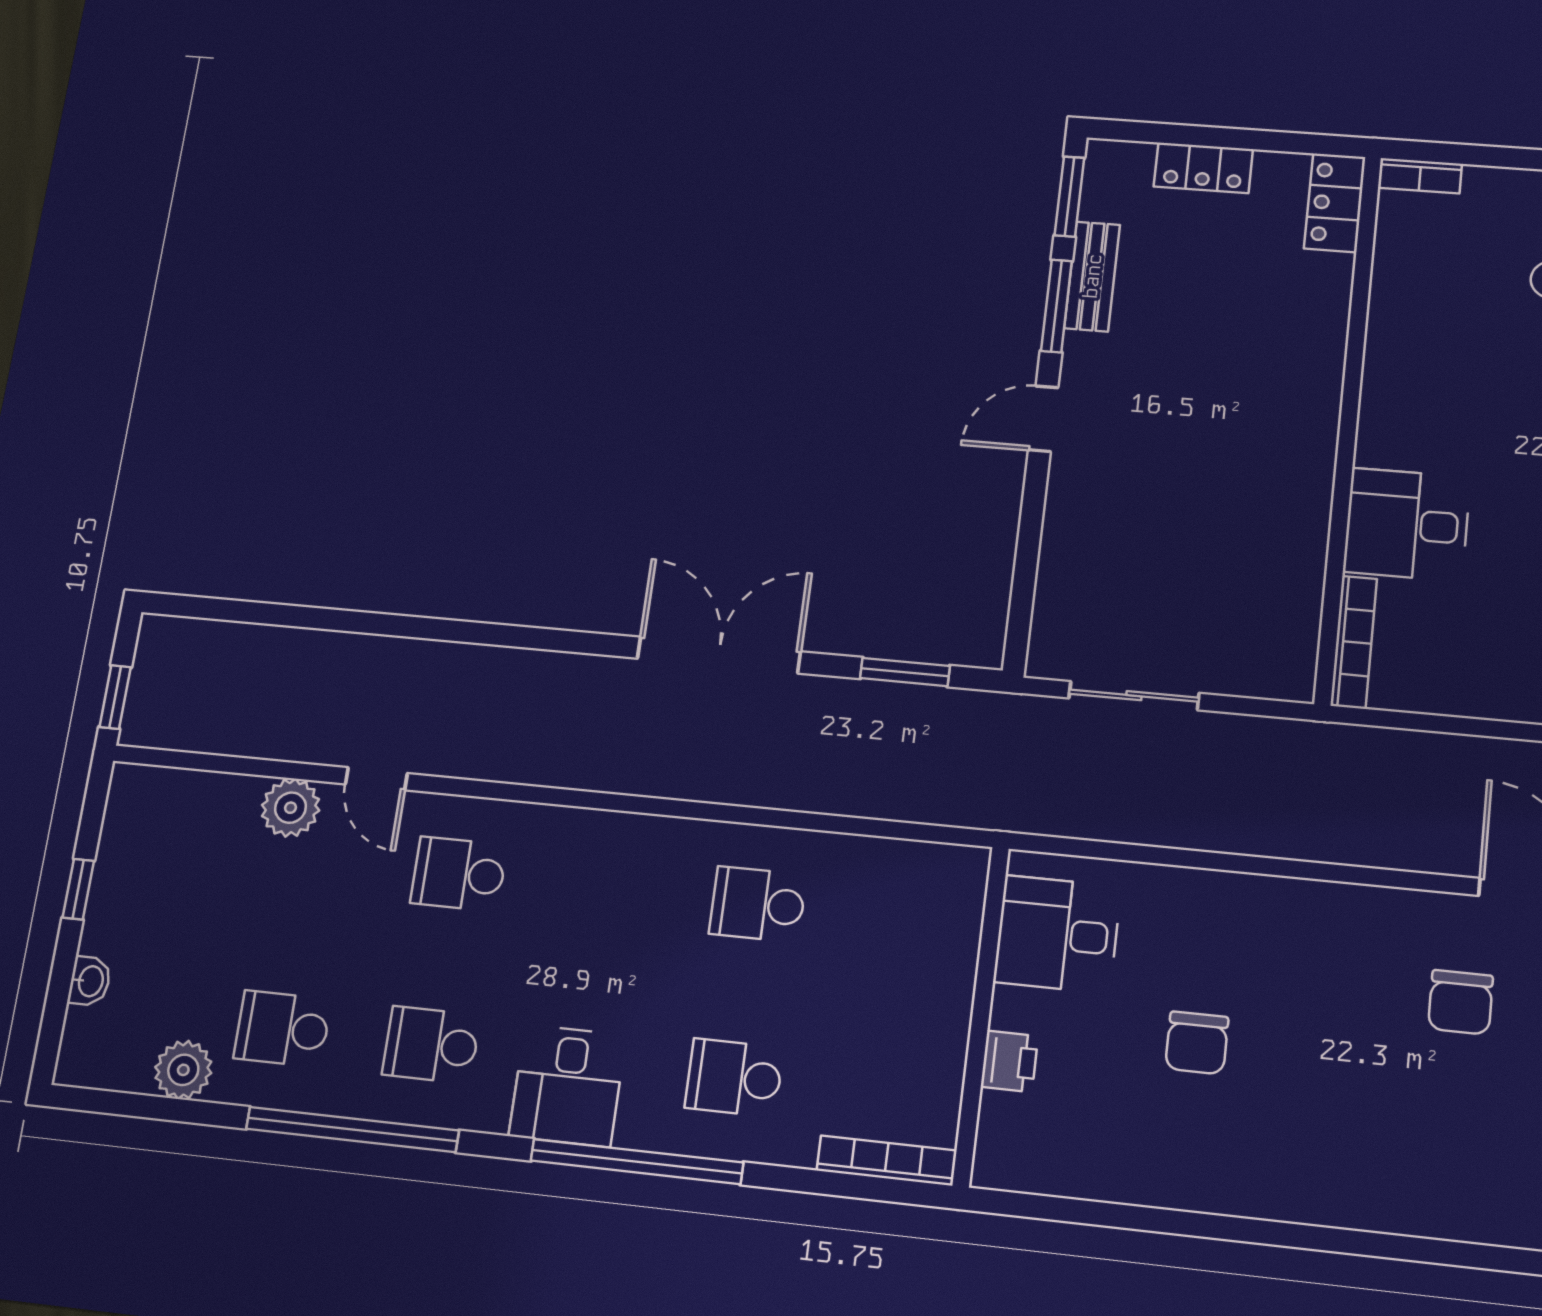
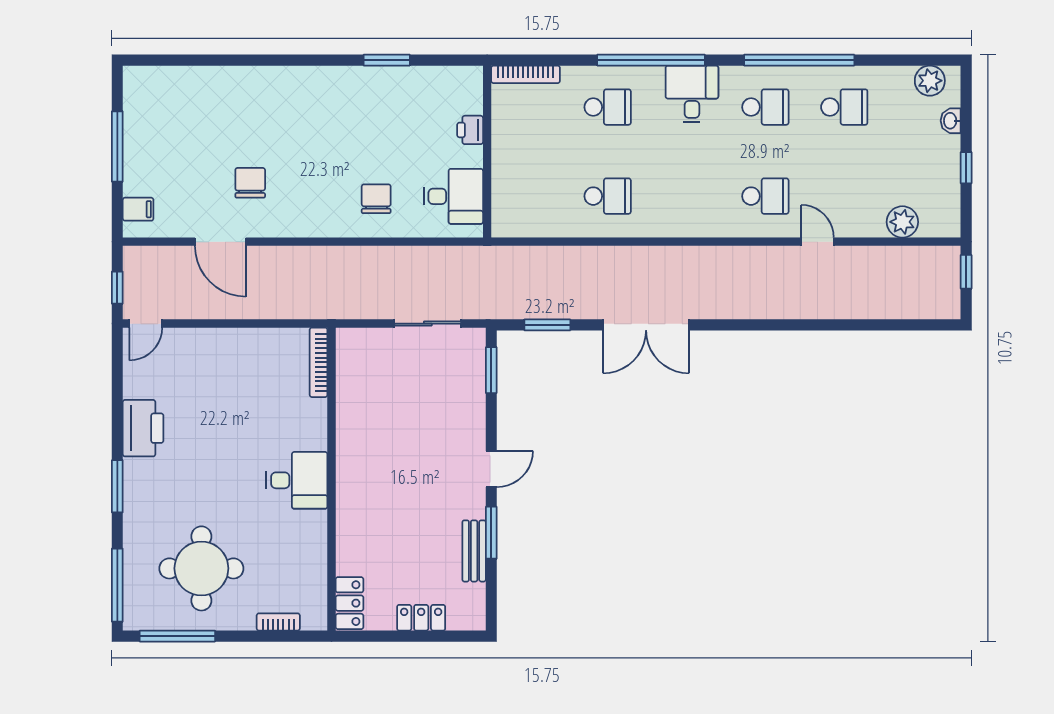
bookcase: (1420, 176) -> (278, 622), moved
window: (1069, 197) -> (491, 370), moved
desk: (1407, 524) -> (297, 480), moved
plant: (291, 808) -> (902, 222), moved
chair: (1197, 1043) -> (376, 199), moved
plant: (183, 1070) -> (930, 81), moved
window: (1161, 1220) -> (387, 60), added

